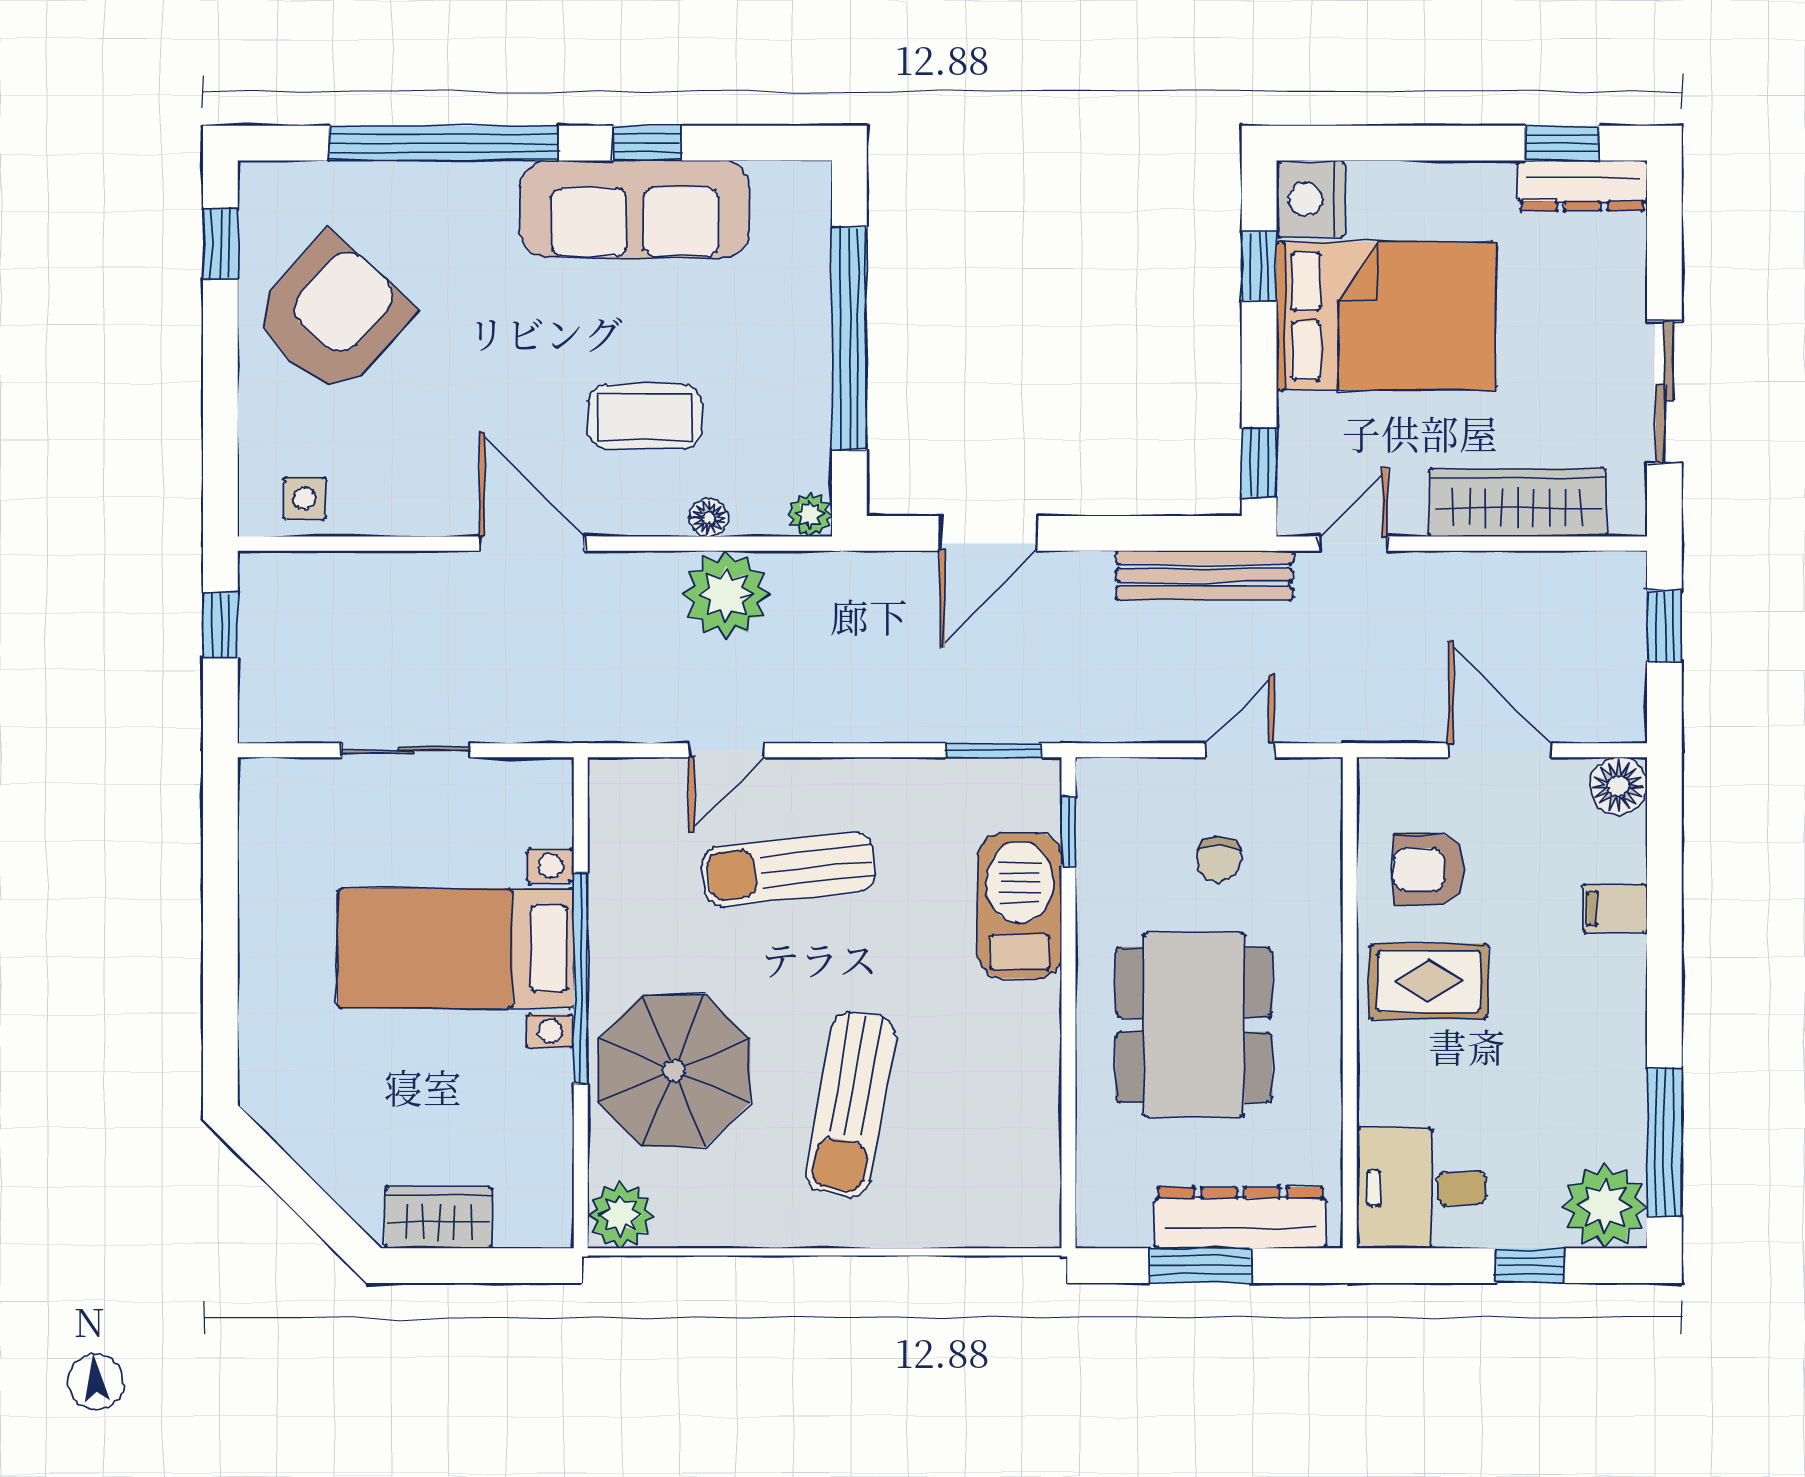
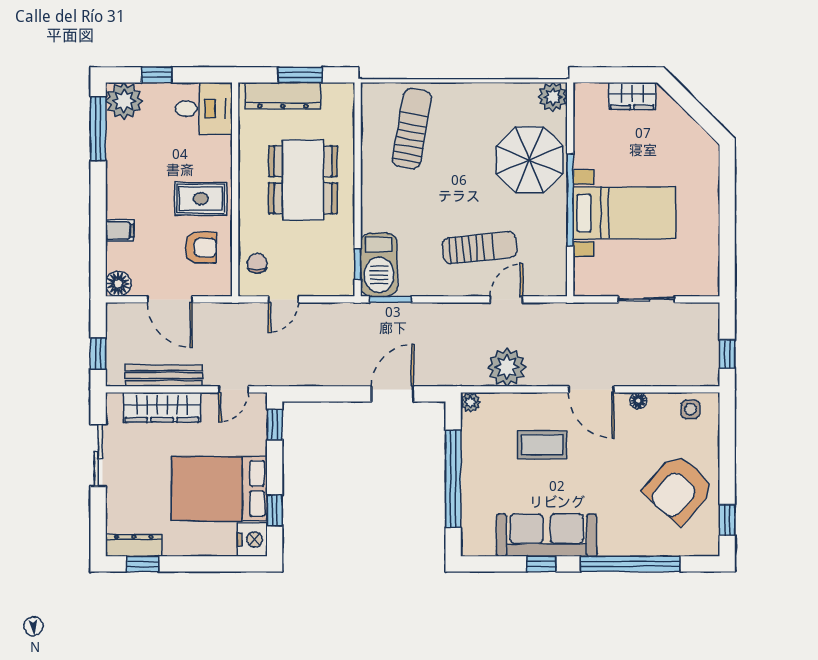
floor lamp: (709, 518) -> (638, 401), moved
bench: (1204, 575) -> (164, 376), moved
chair: (1219, 859) -> (257, 264), moved
barbecue: (1020, 906) -> (379, 265), moved
sun lounger: (850, 1104) -> (412, 129), moved

